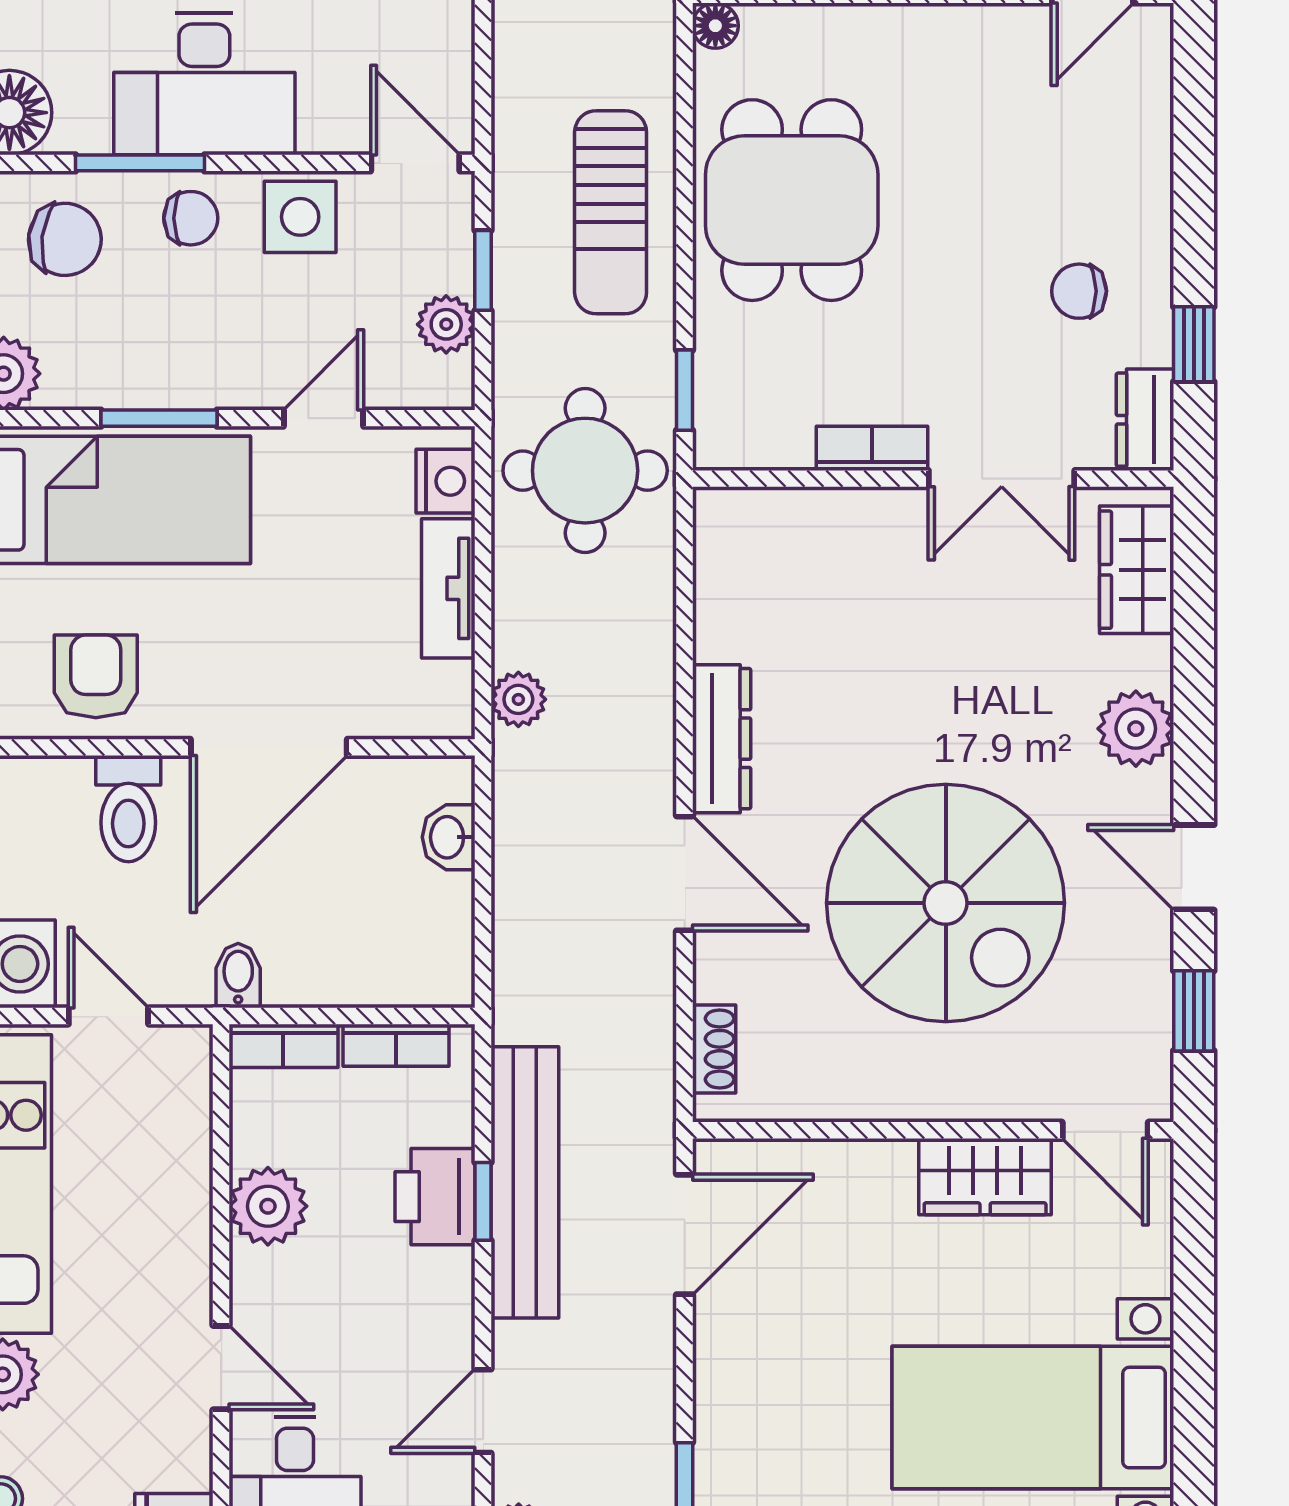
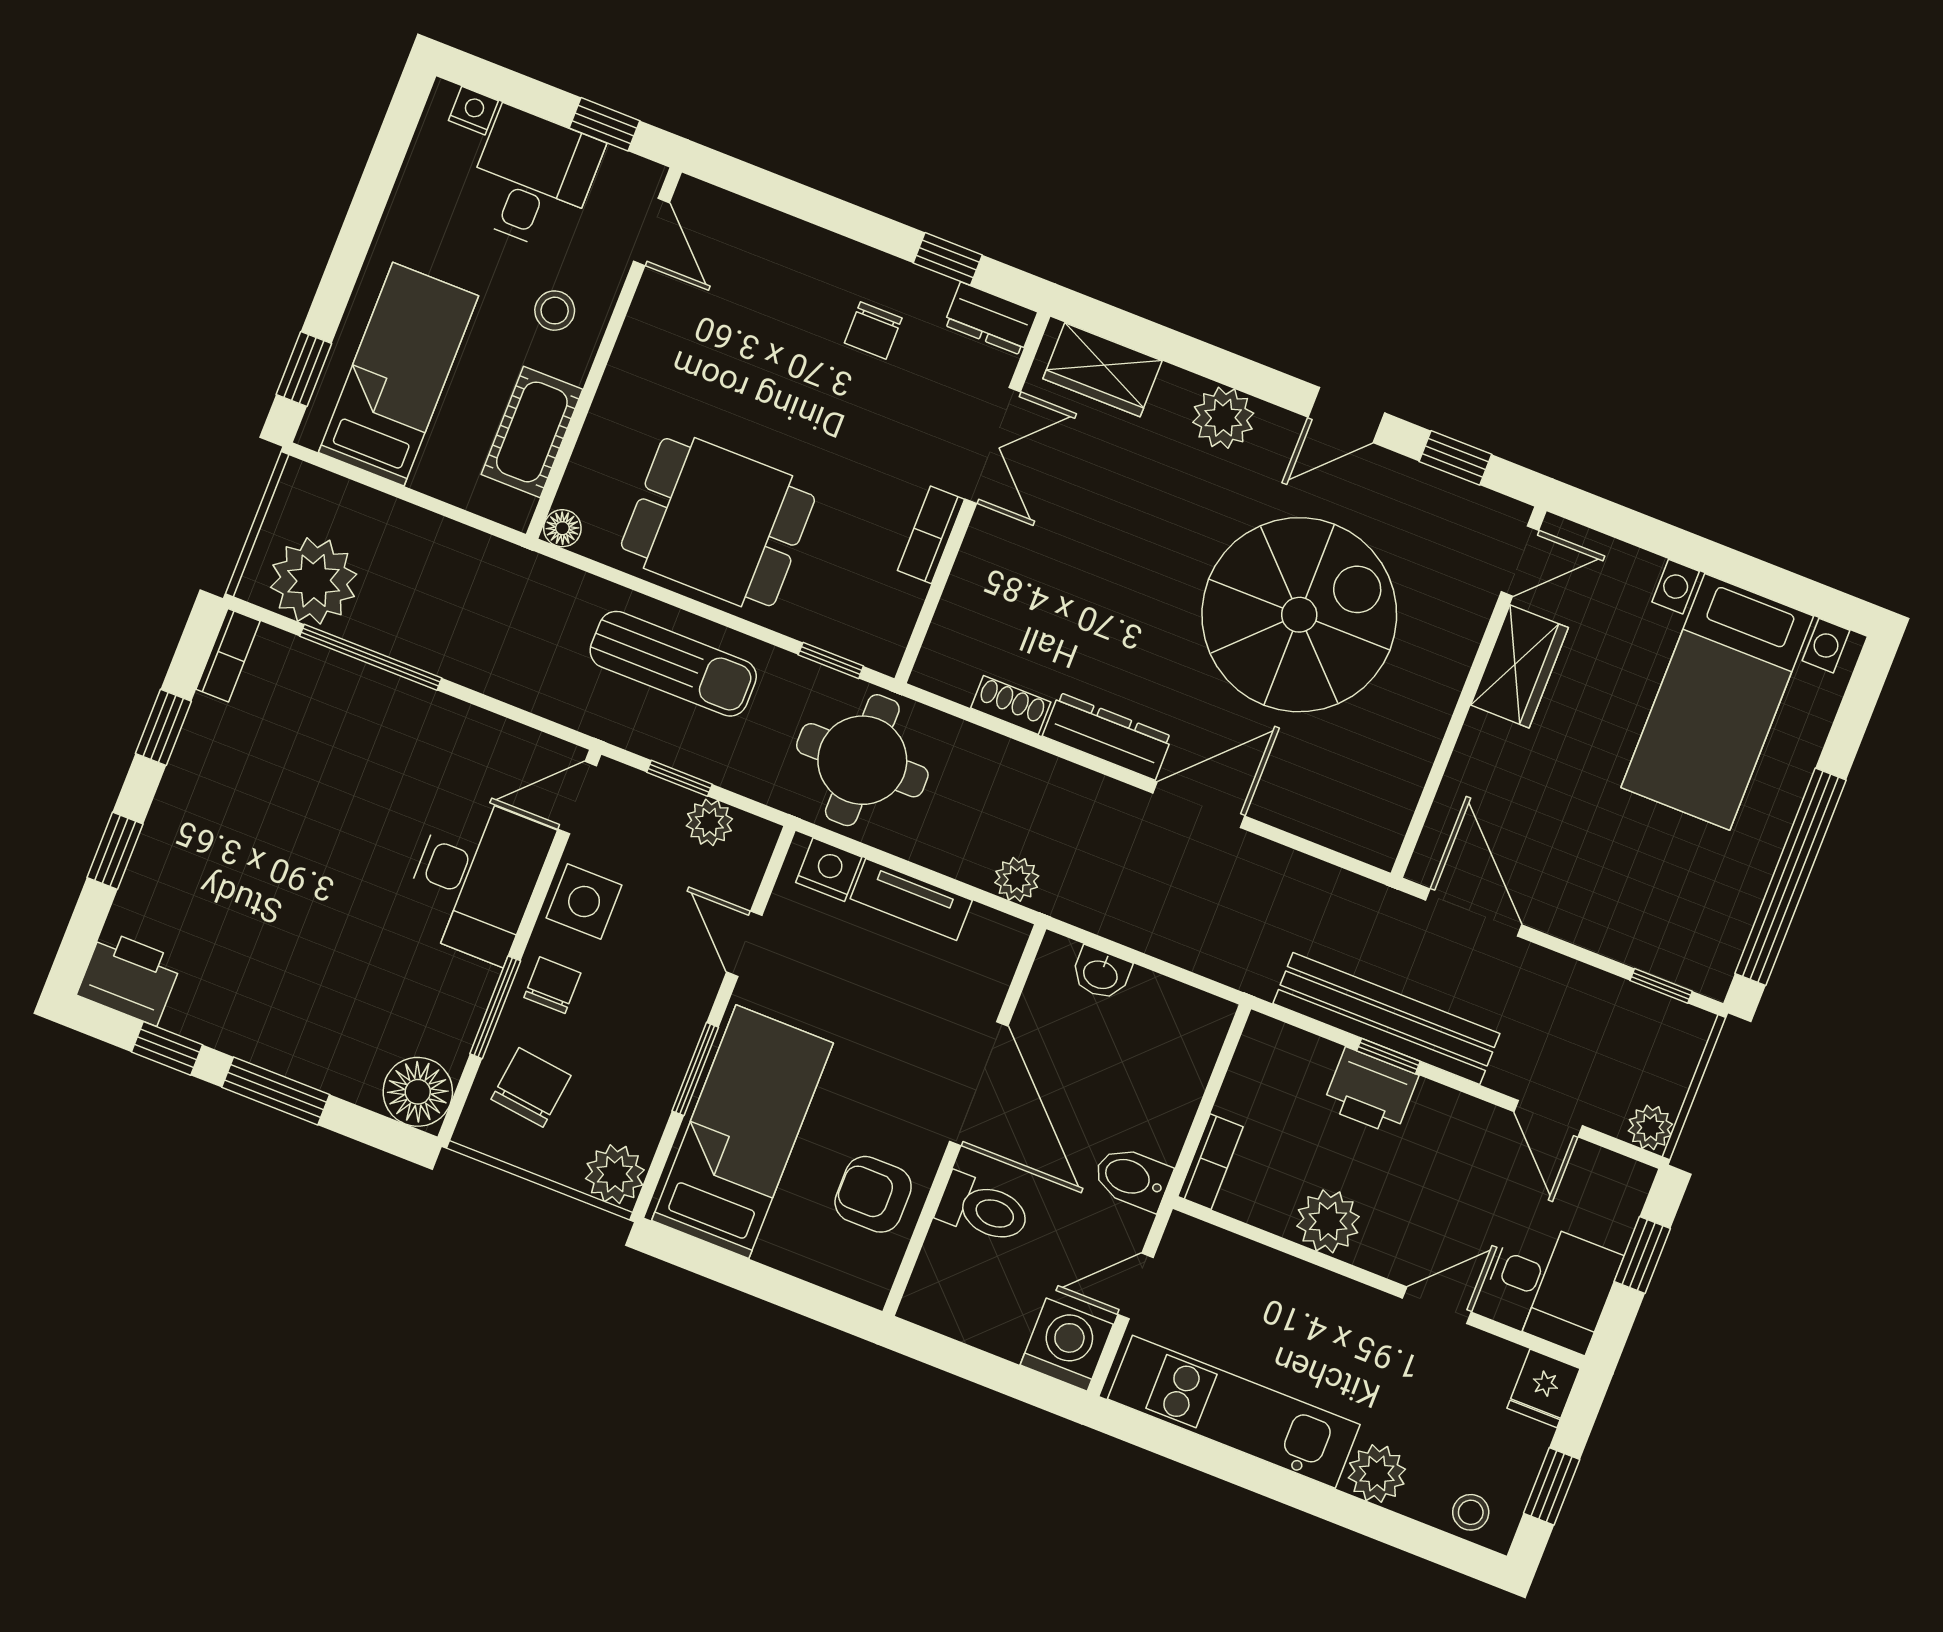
desk: (204, 84) -> (476, 878), moved
bidet: (238, 976) -> (1132, 1178), width x1.38, depth x1.36
bookcase: (396, 1045) -> (1244, 1076), removed
shoe rack: (714, 1049) -> (1011, 705), moved

